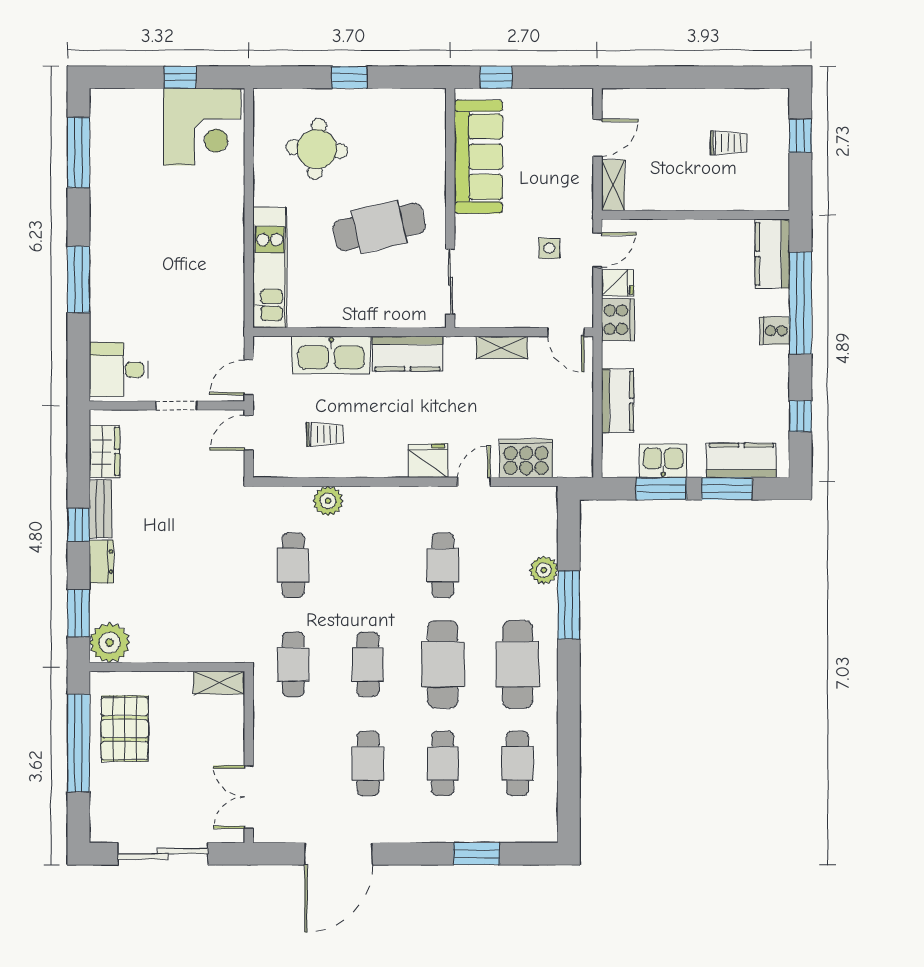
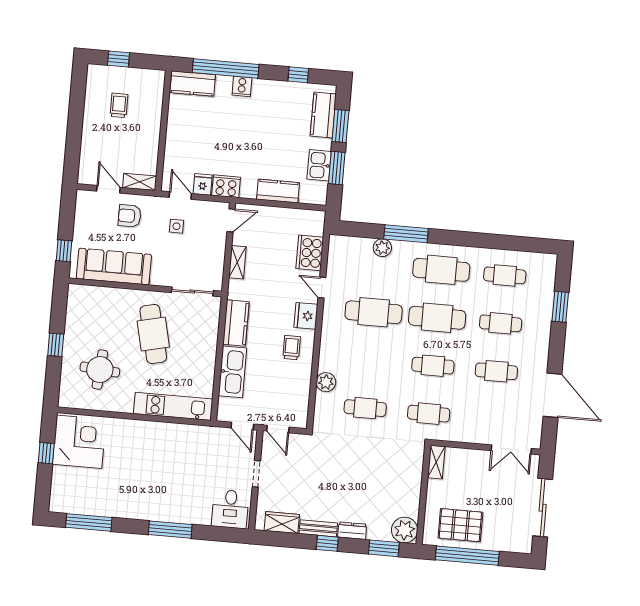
armchair: (559, 174) -> (130, 216), added
trolley: (325, 434) -> (292, 348), moved
cafe table: (443, 565) -> (374, 312), width x1.37, depth x1.35

